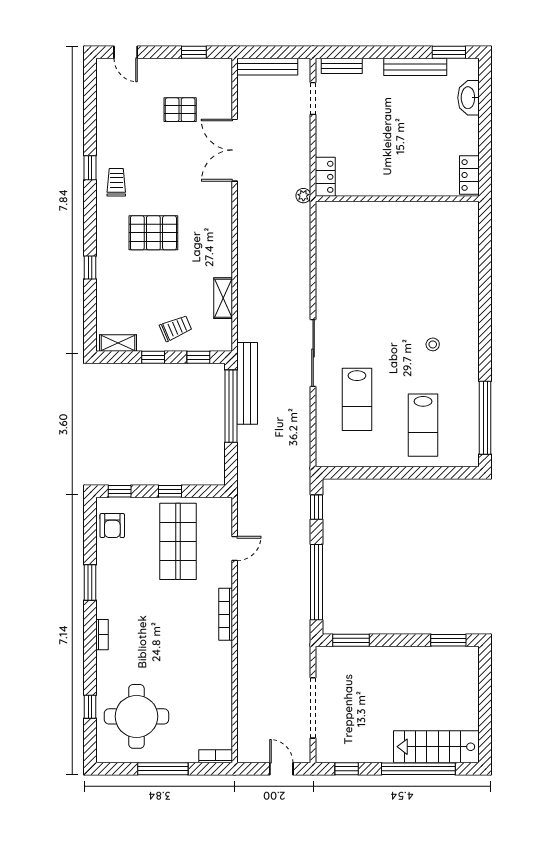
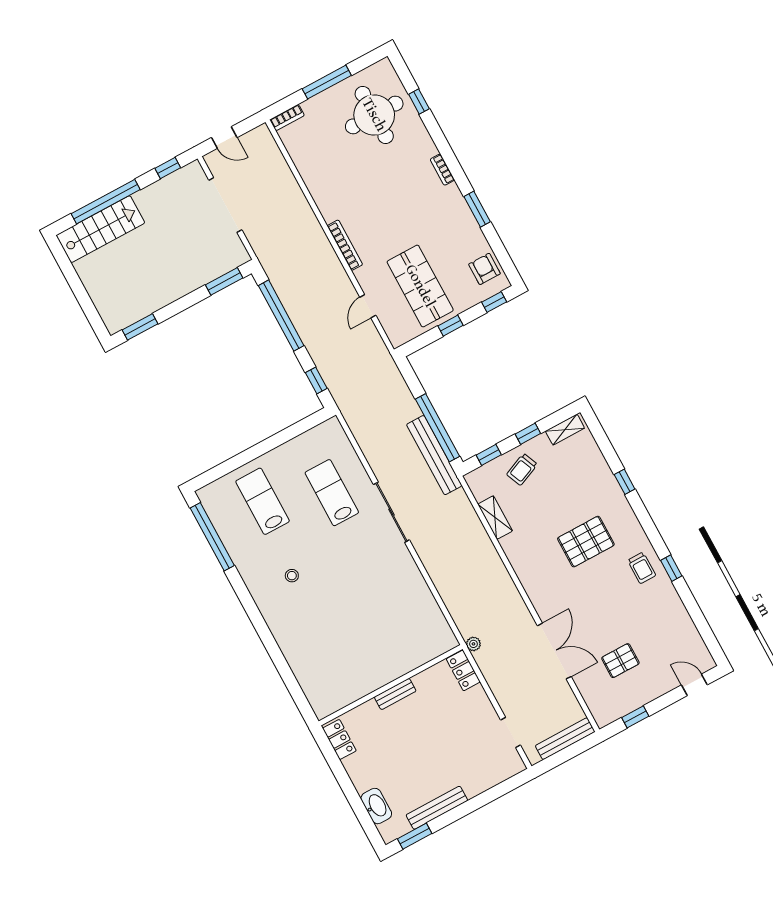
bench: (342, 66) -> (395, 694), moved

